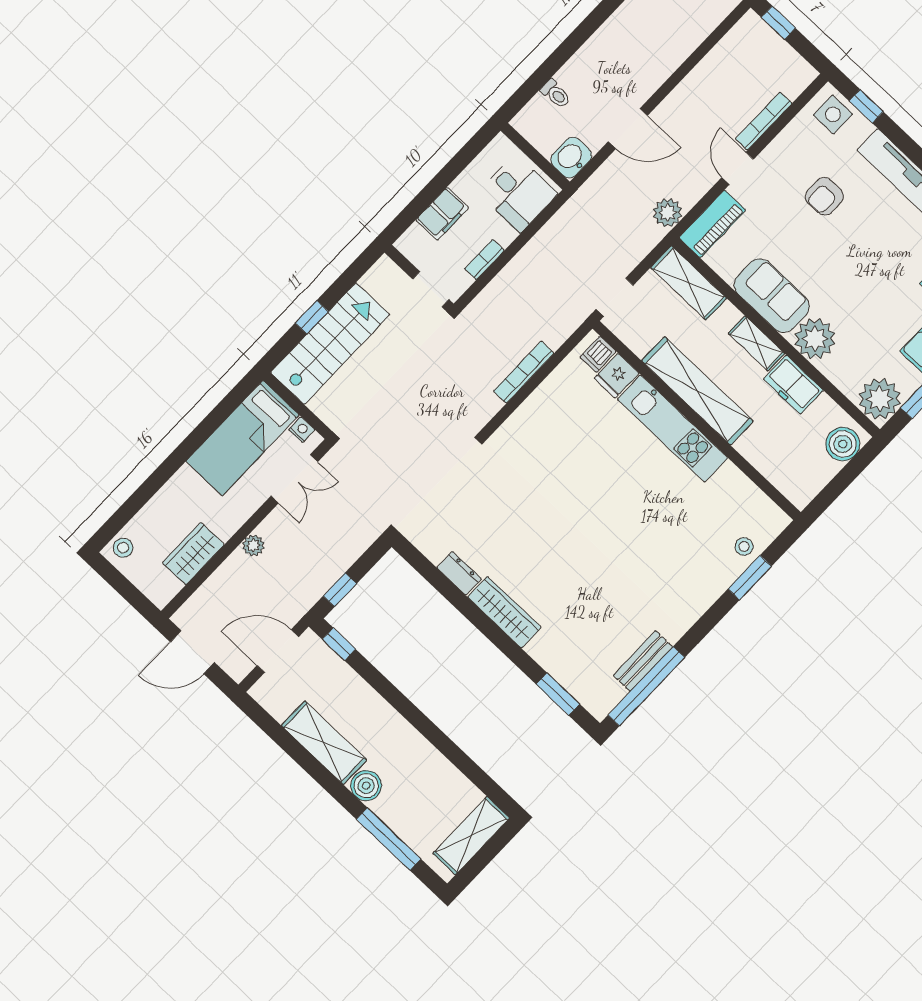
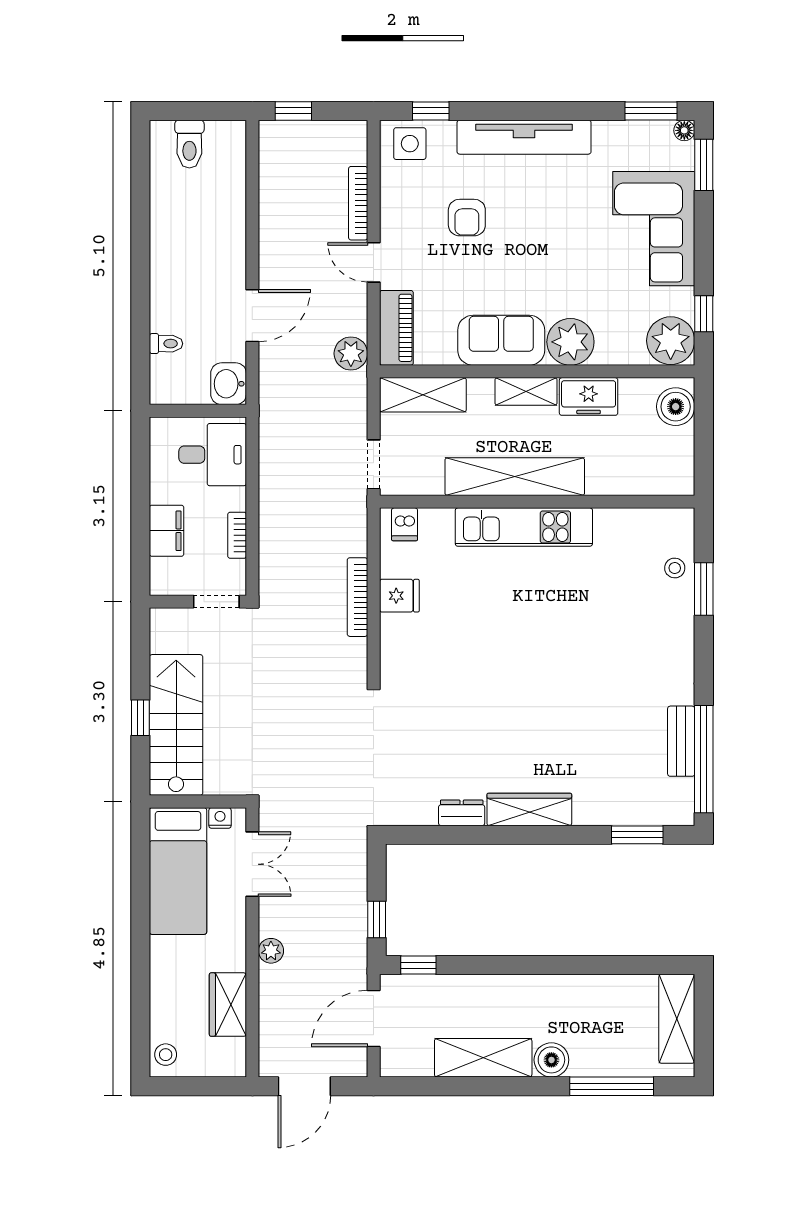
fridge: (617, 376) -> (399, 596), moved, turned -90

